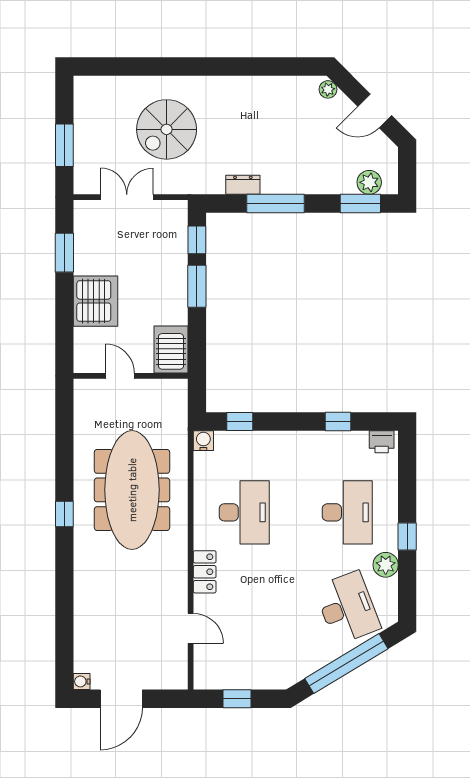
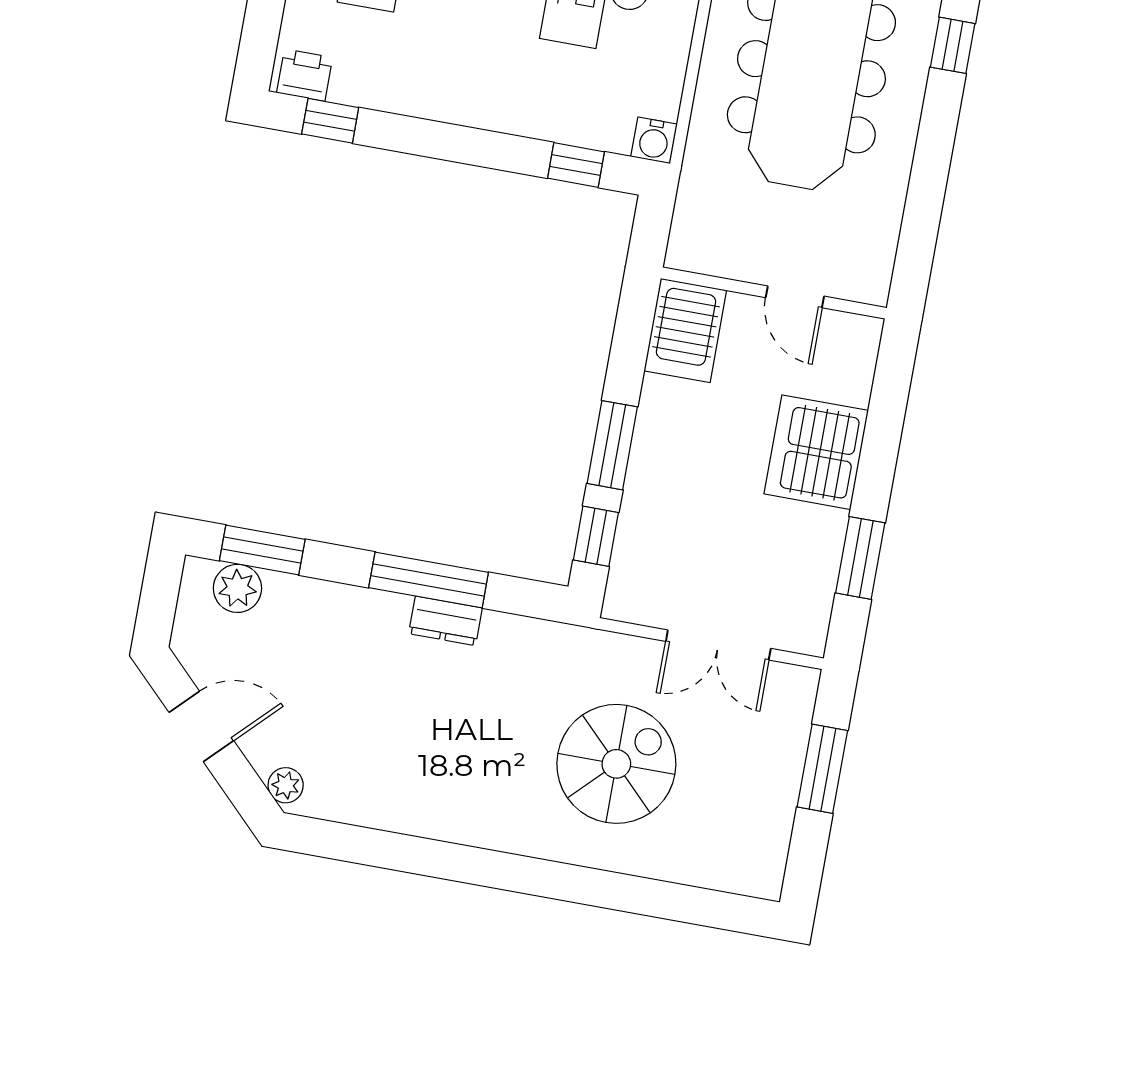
dresser: (243, 185) -> (445, 621), moved
window: (338, 421) -> (330, 121), moved

